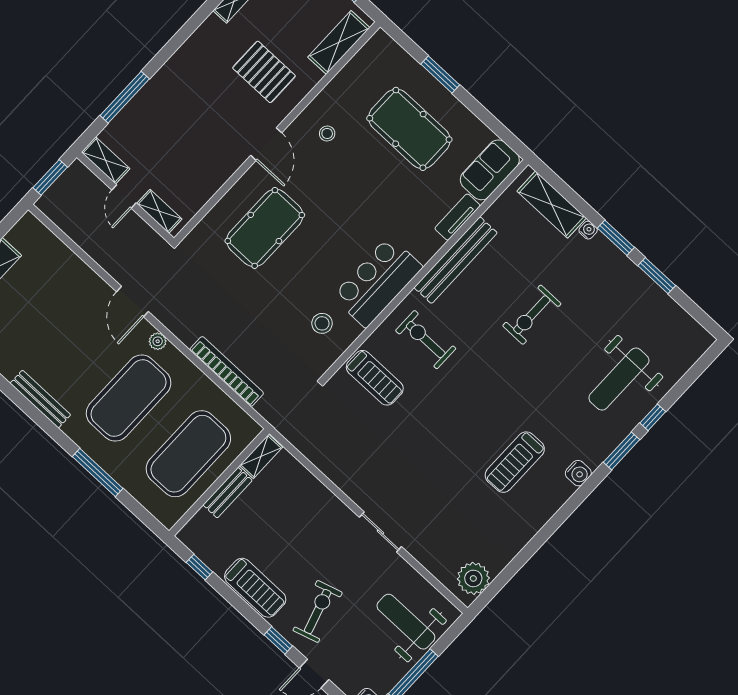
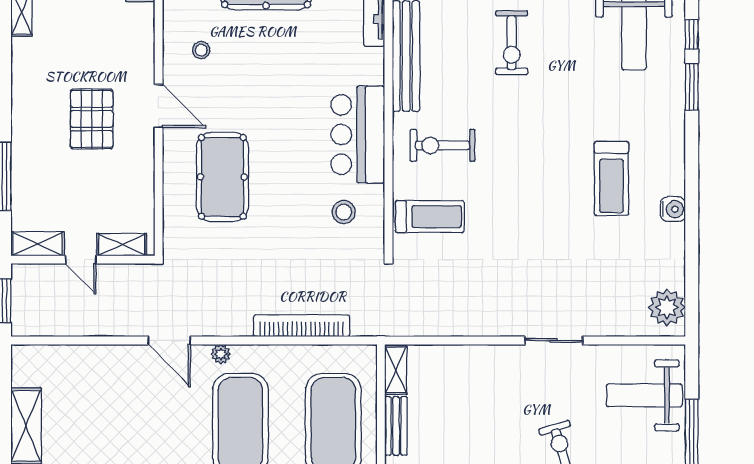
pallet: (264, 72) -> (92, 119), moved, turned 90
water cooler: (578, 473) -> (673, 209), moved

